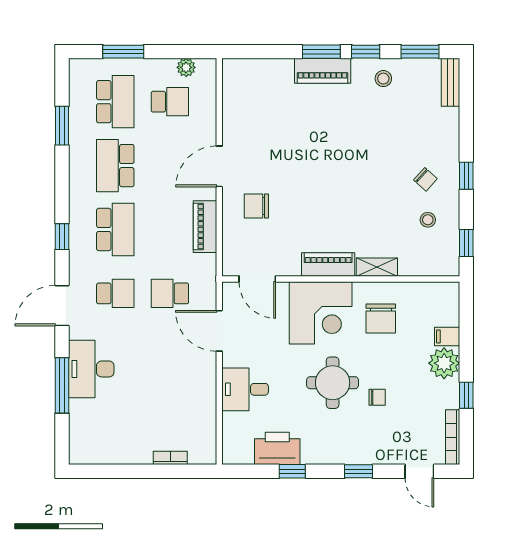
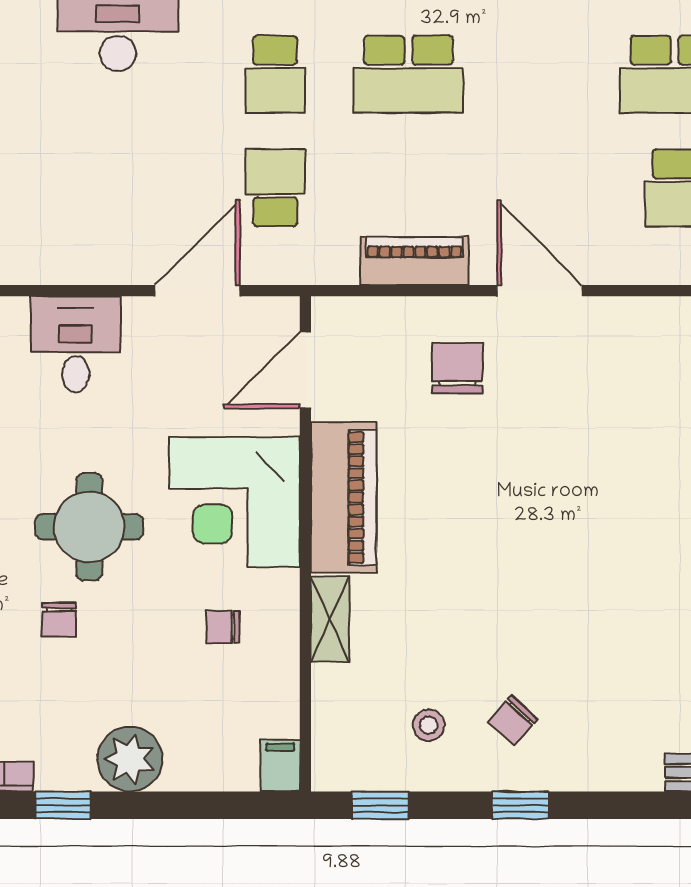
school desk: (115, 166) -> (542, 74), removed
piano: (328, 264) -> (344, 497), width x1.37, depth x1.33
chair: (381, 318) -> (223, 627), width x0.54, depth x0.54
filing cabinet: (447, 336) -> (280, 765), moved

